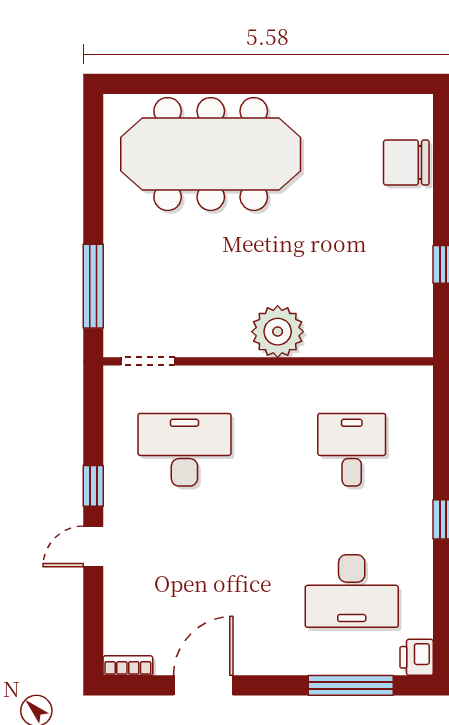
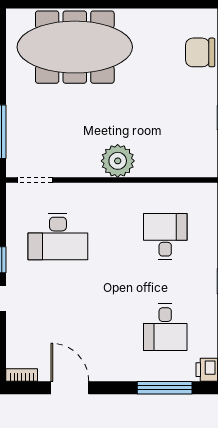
desk: (184, 450) -> (58, 237), turned 180
desk: (352, 591) -> (165, 327), width x0.73
door: (203, 685) -> (70, 388), hinge flipped

